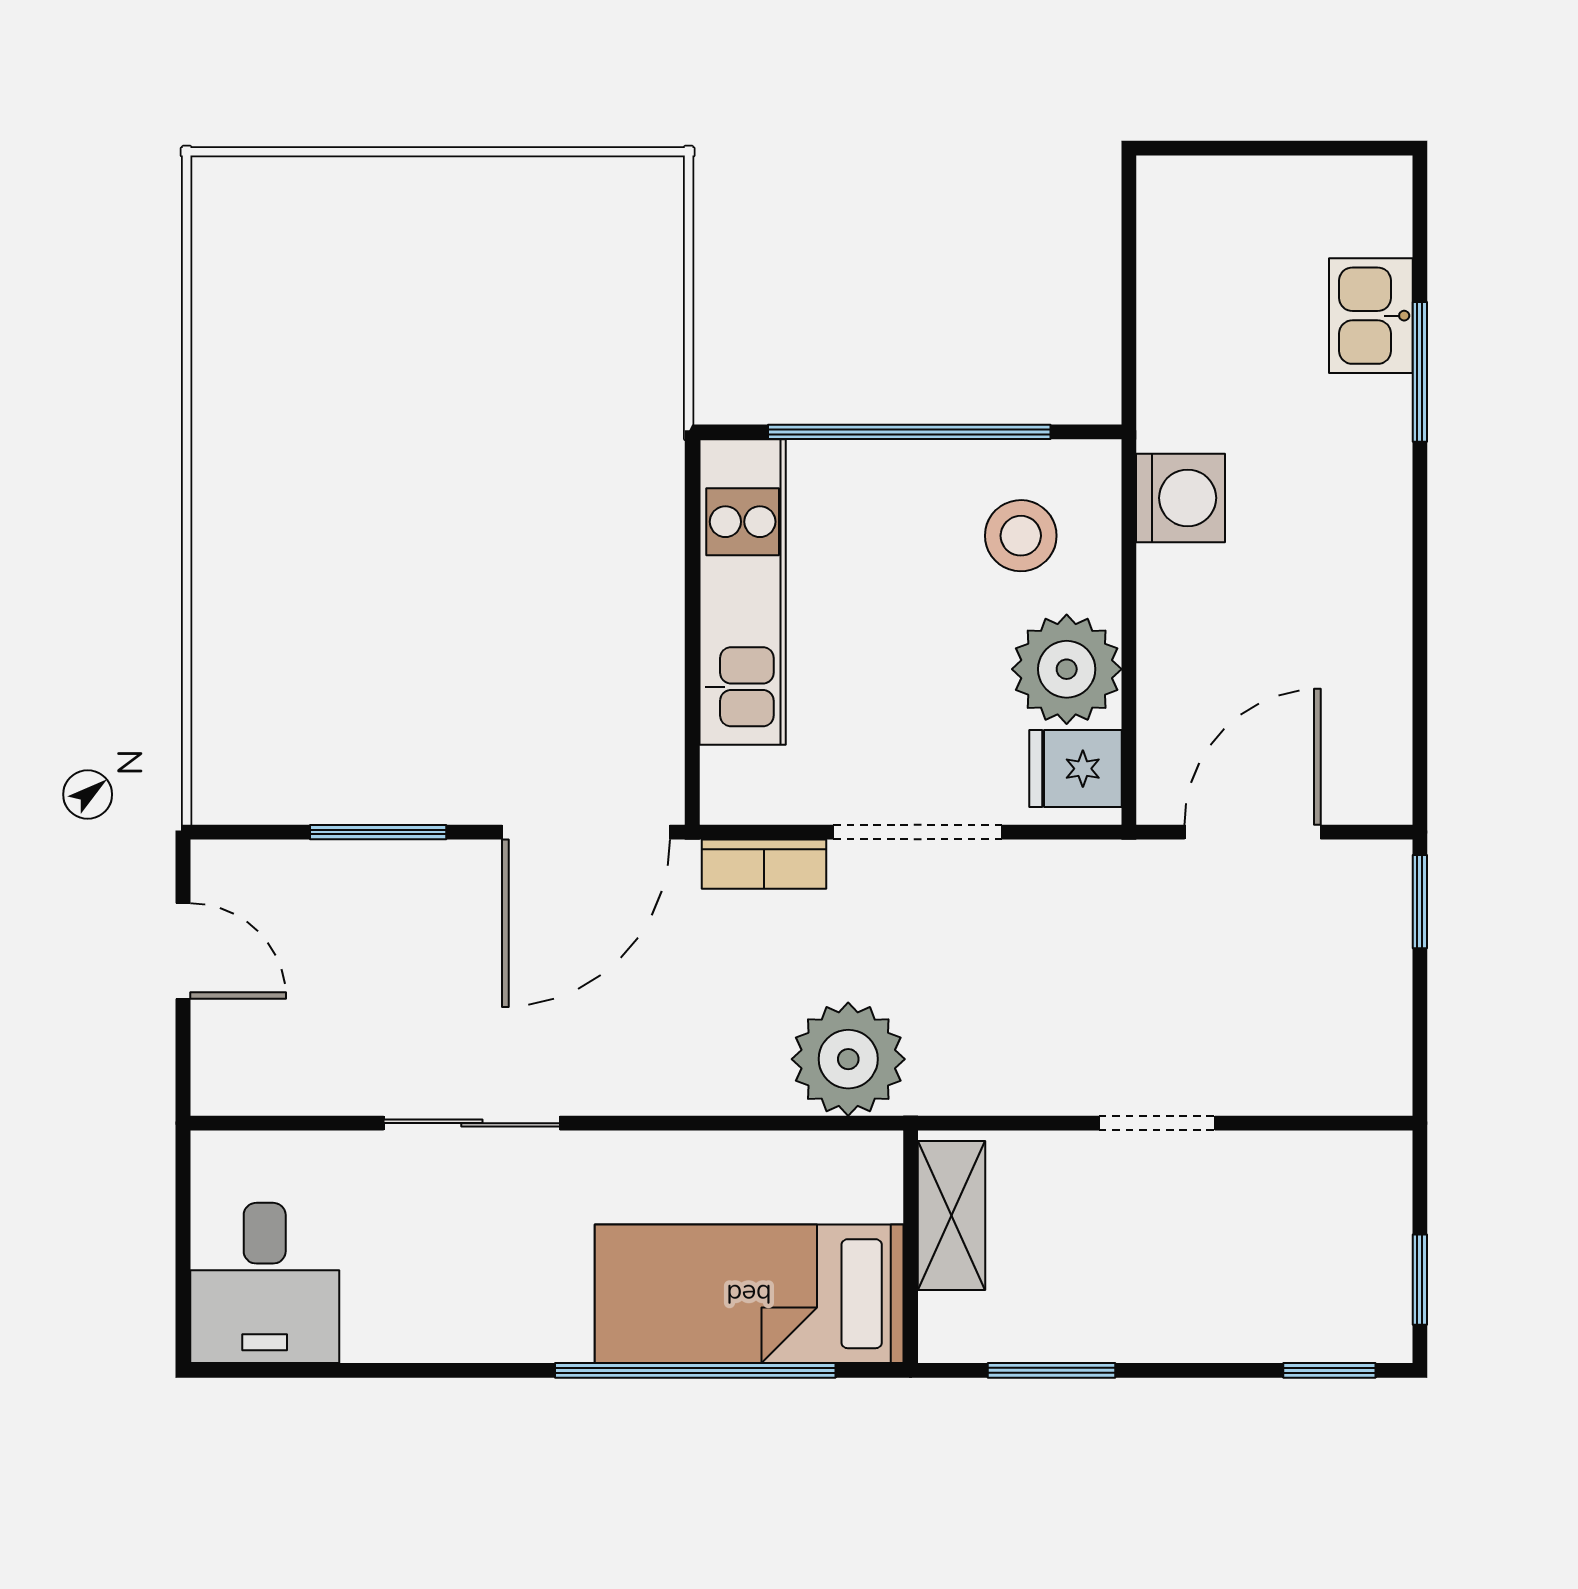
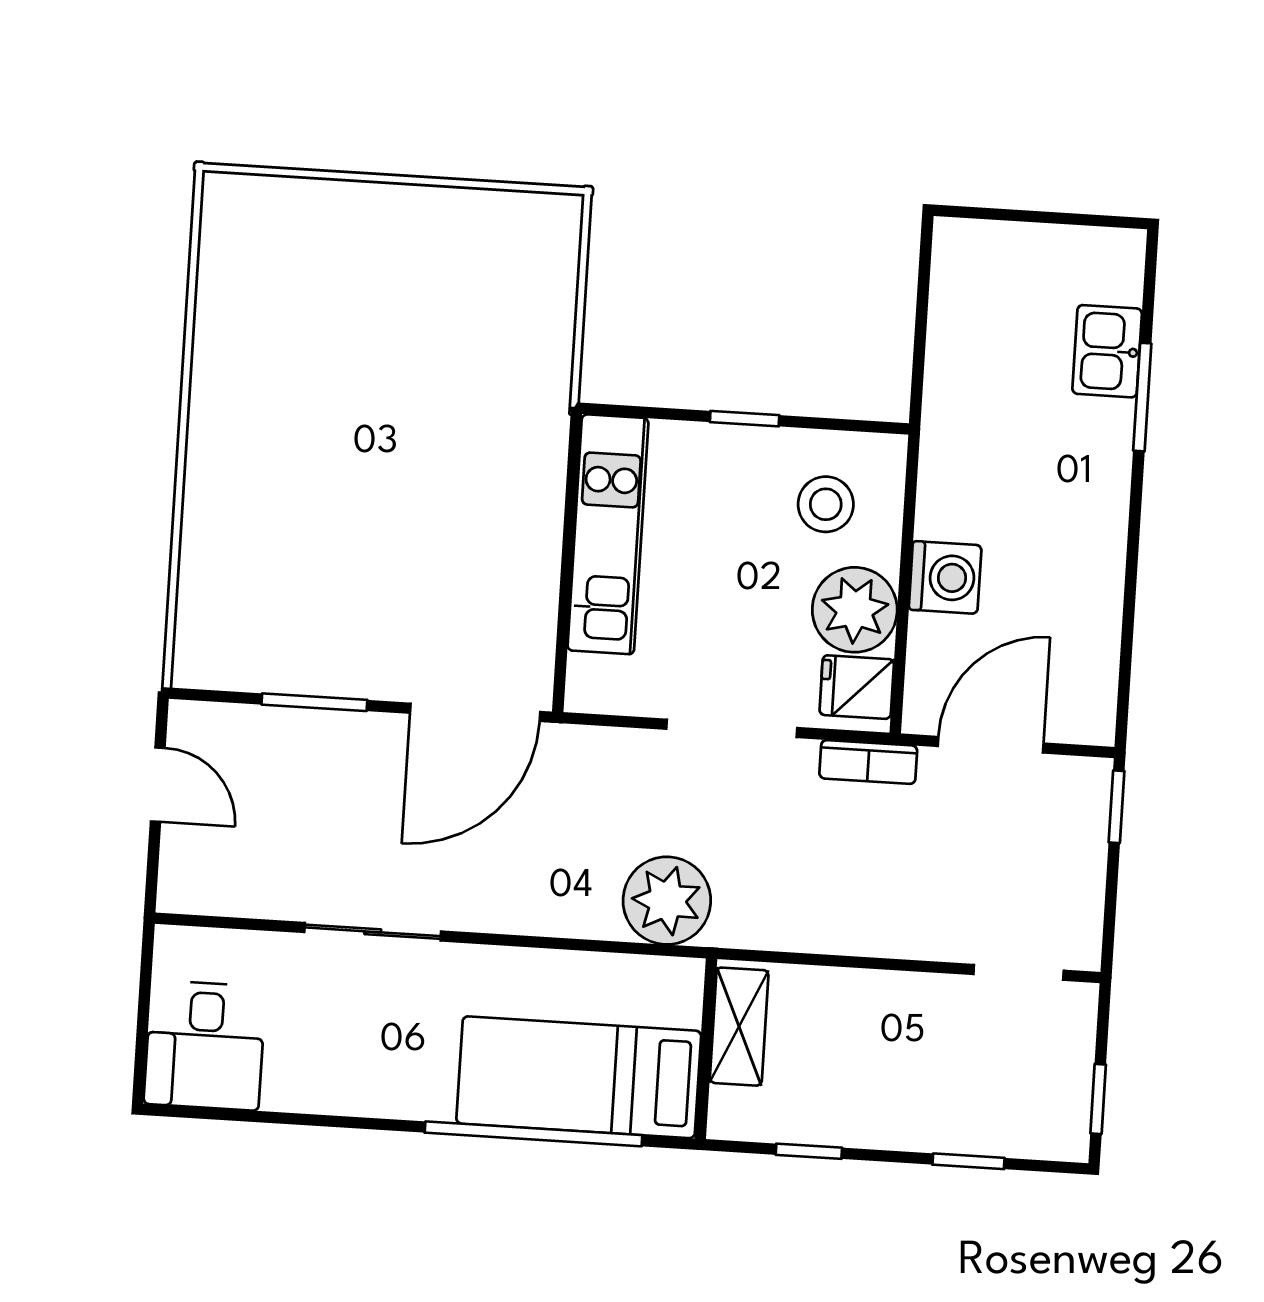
window: (909, 432) -> (745, 419), width x0.32
washing machine: (1180, 498) -> (945, 577), moved
bookcase: (764, 864) -> (868, 762), moved
doorway: (1157, 1123) -> (1019, 972), moved
window: (1051, 1370) -> (809, 1151), width x0.67
window: (1329, 1370) -> (969, 1161), moved

